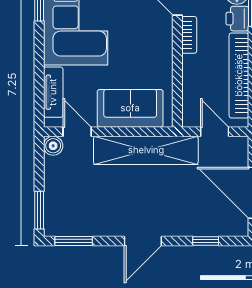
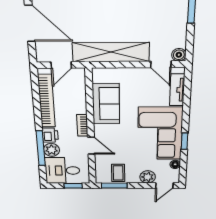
sofa: (130, 108) -> (106, 104), moved, turned -90
door: (215, 132) -> (61, 65), hinge flipped

